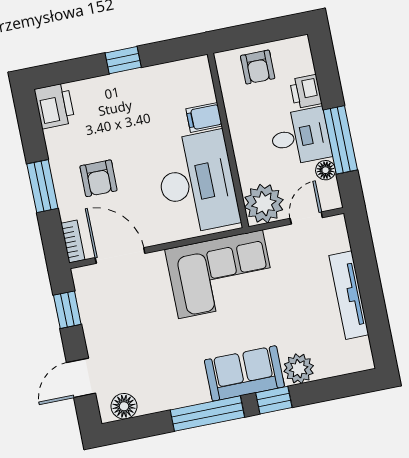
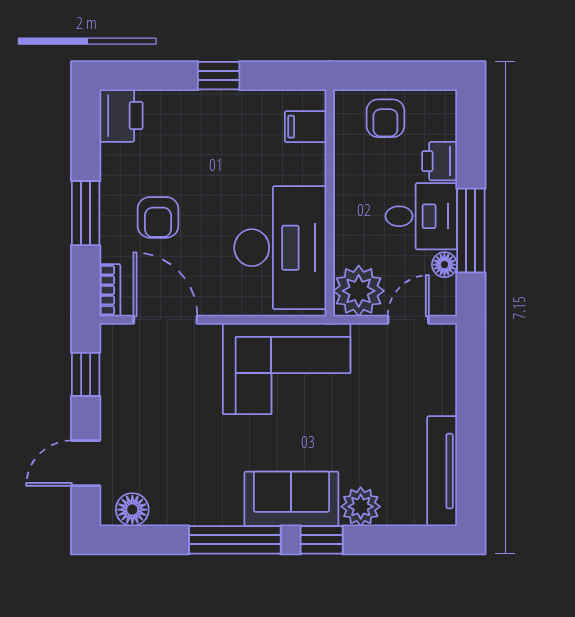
filing cabinet: (204, 117) -> (306, 127), moved
tv unit: (349, 295) -> (442, 471), moved

